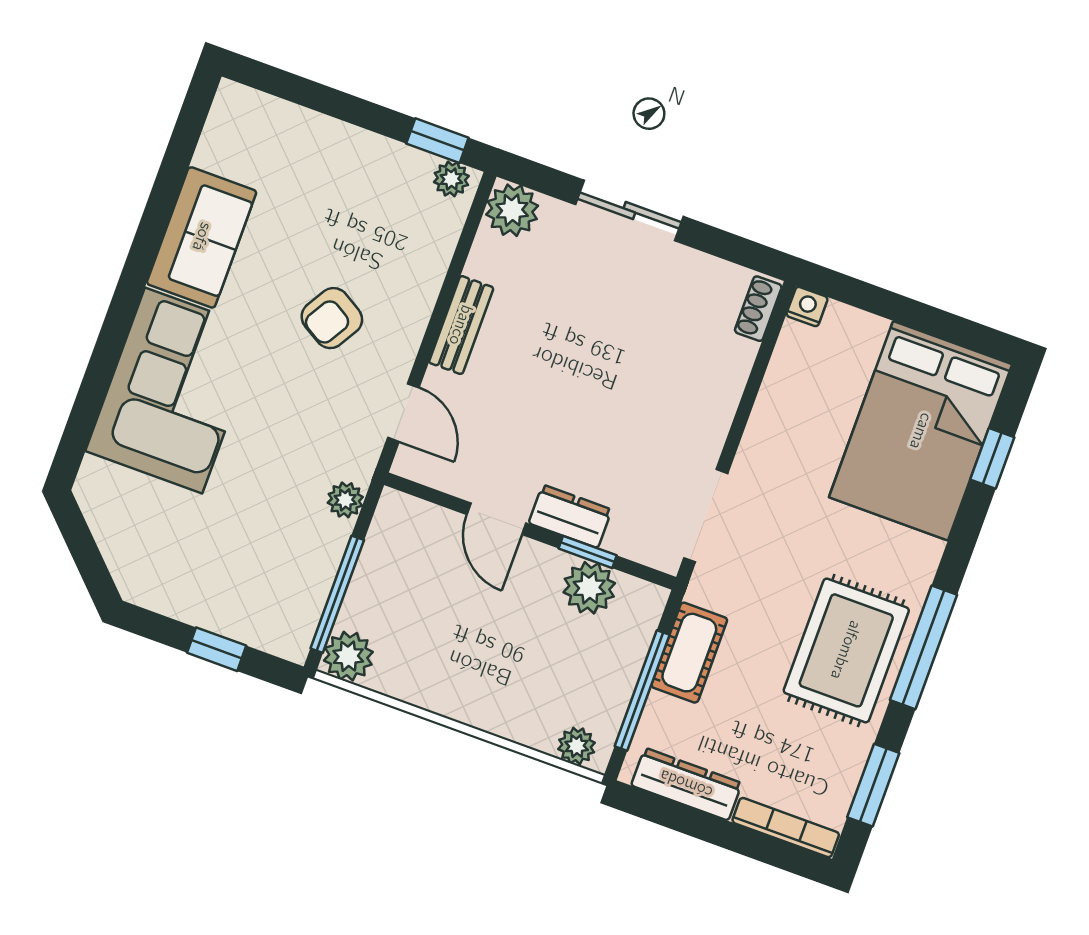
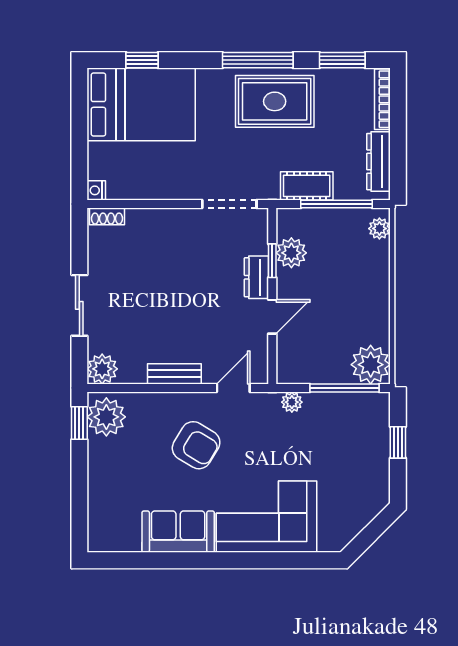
plant: (451, 179) -> (106, 417), width x1.88, depth x1.88
armchair: (332, 318) -> (196, 445), width x1.38, depth x1.38
plant: (348, 656) -> (371, 365), width x1.36, depth x1.36

